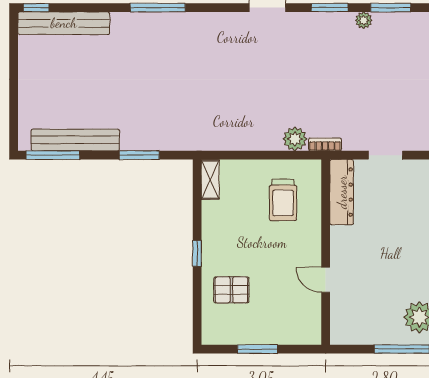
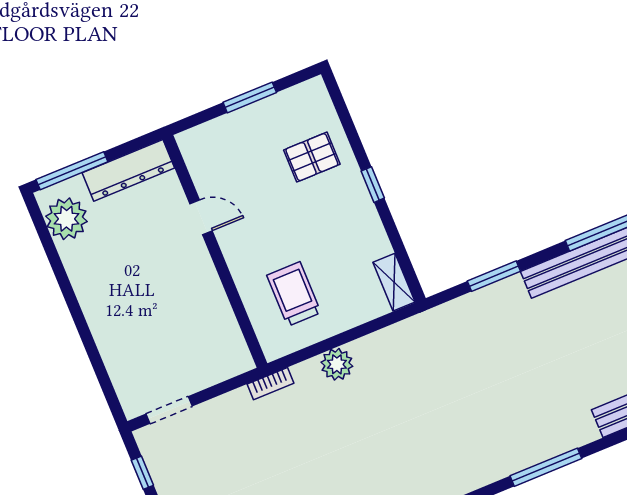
plant: (295, 139) -> (337, 364), moved
doorway: (385, 155) -> (169, 410), moved
dresser: (342, 192) -> (128, 170), moved, turned -90

